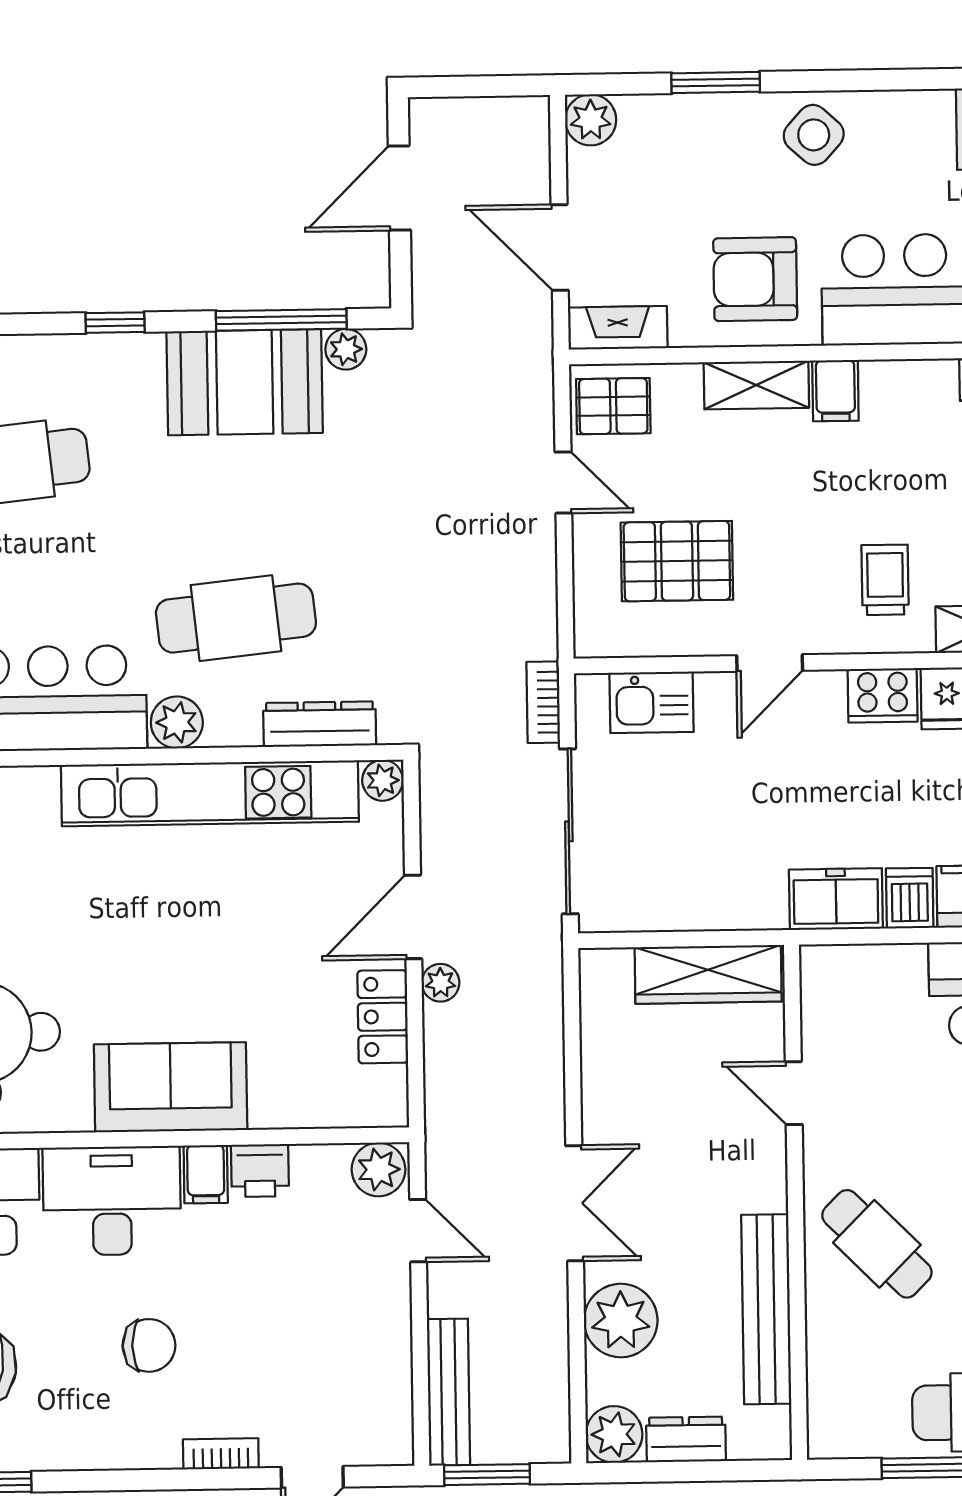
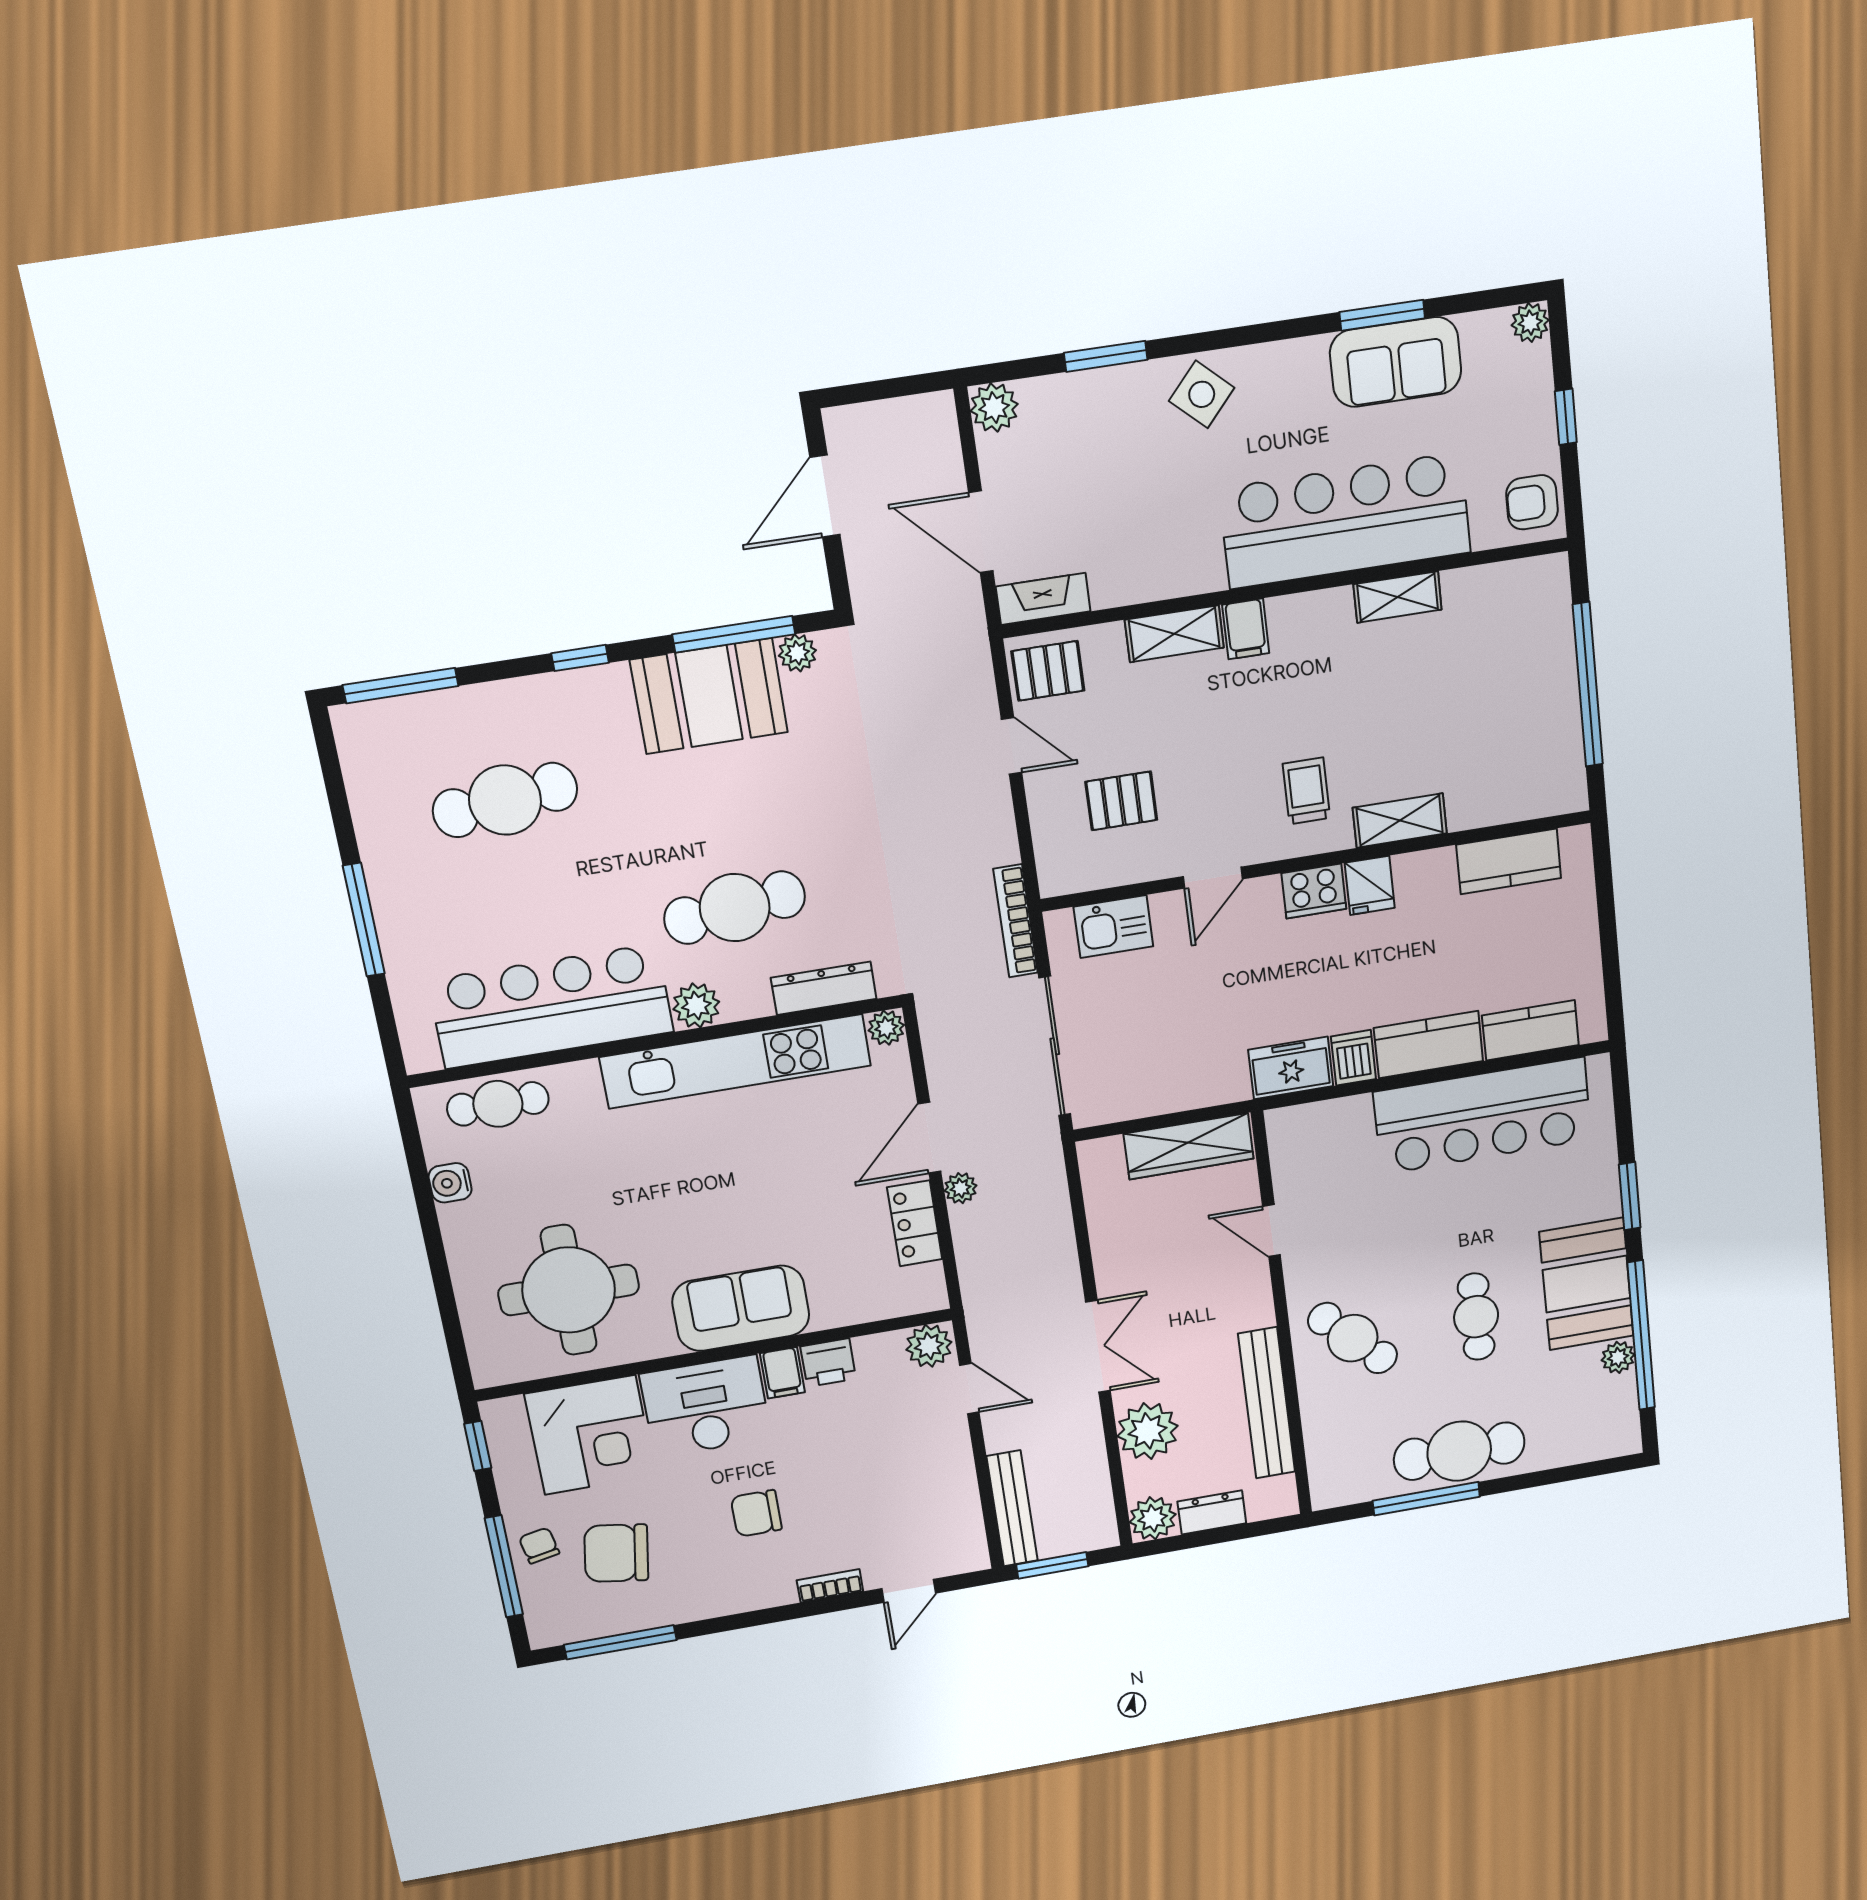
armchair: (755, 279) -> (1163, 537), removed
pallet: (677, 561) -> (1121, 801), width x0.67, depth x0.71
bookcase: (543, 702) -> (1016, 921), width x1.56
chair: (149, 1345) -> (756, 1513), turned 180

